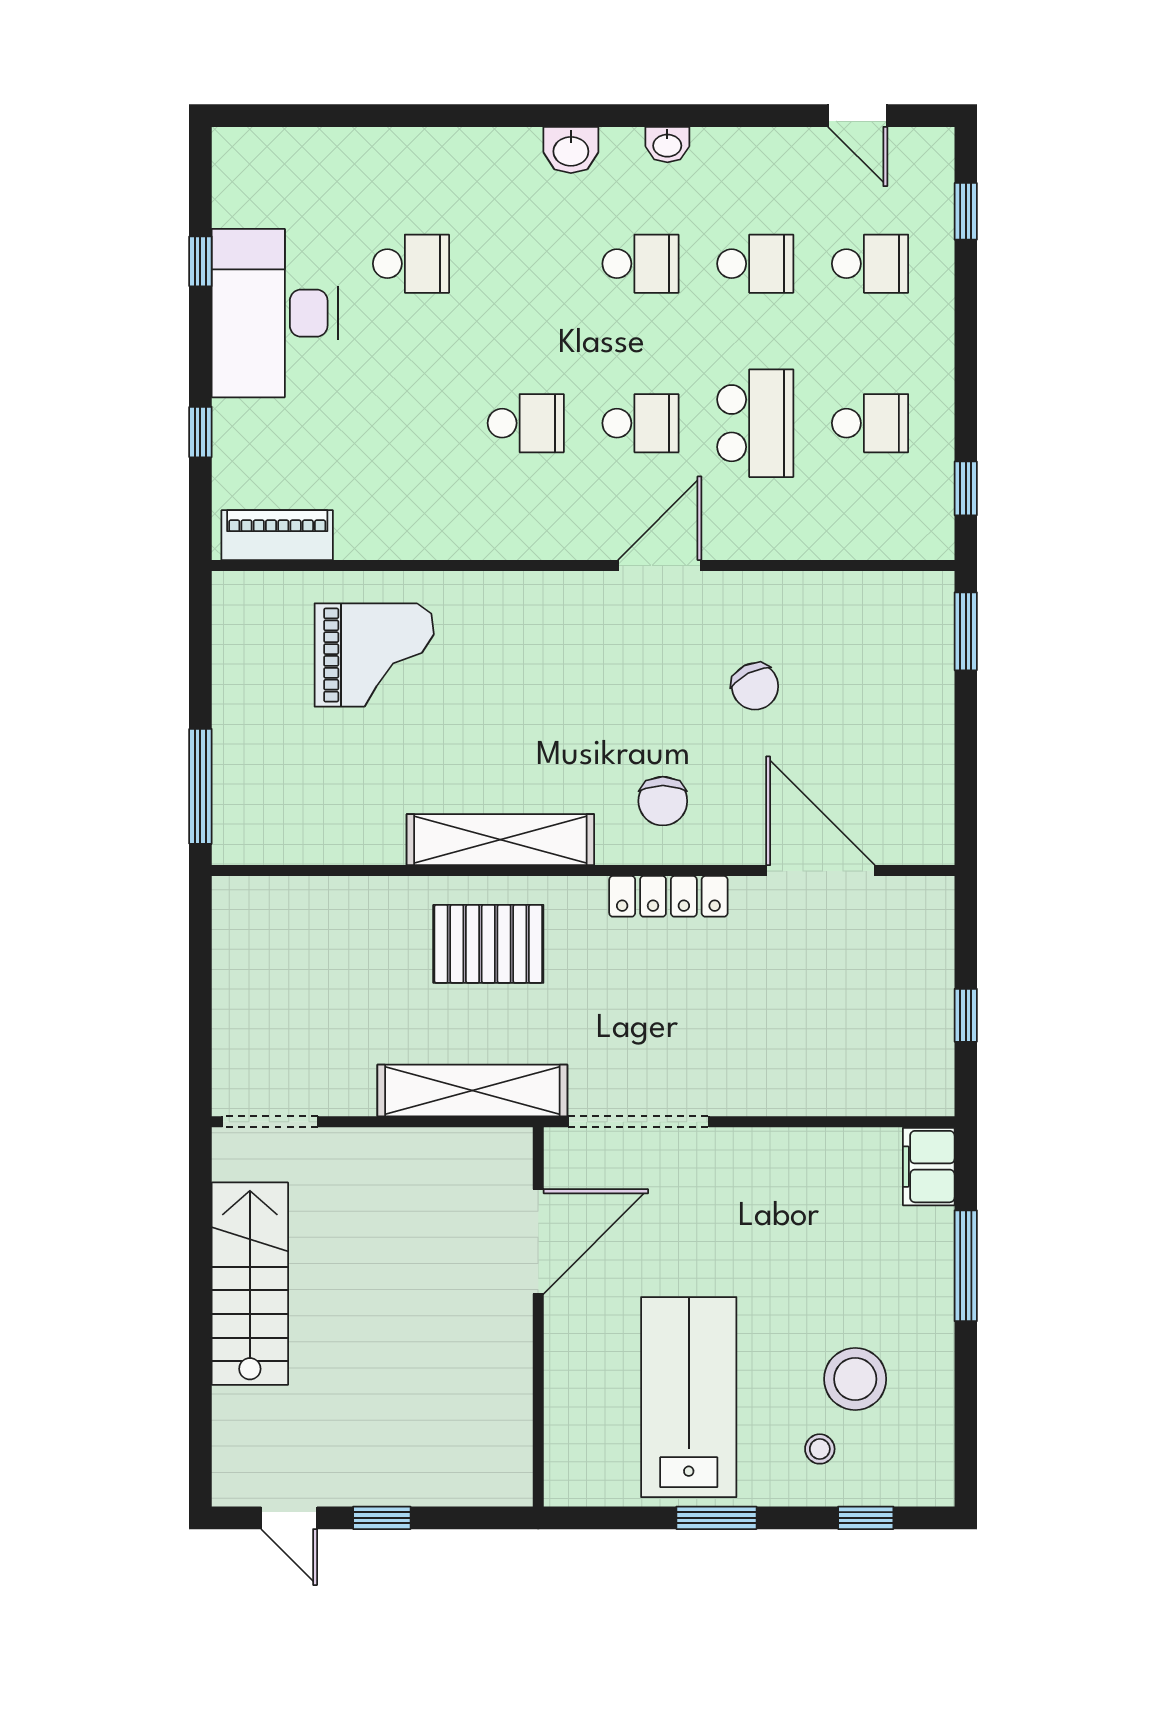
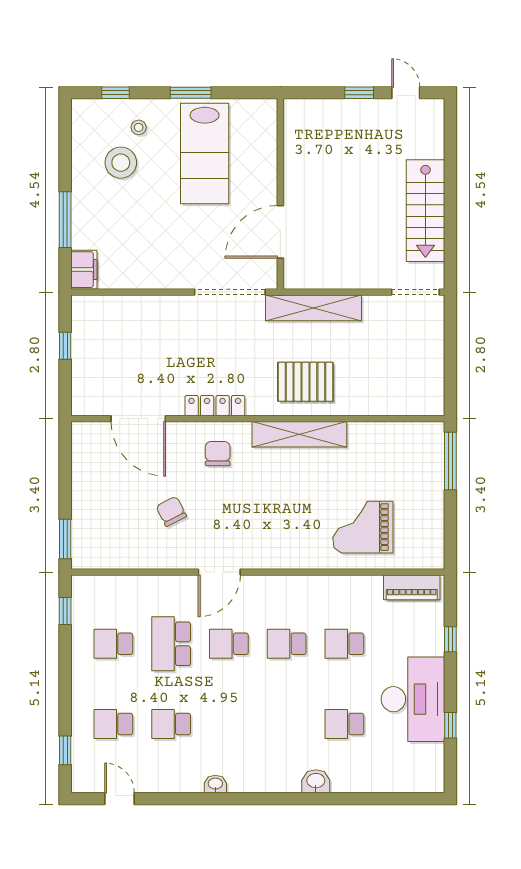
washbasin: (571, 150) -> (316, 781), moved
school desk: (640, 264) -> (344, 644), moved

